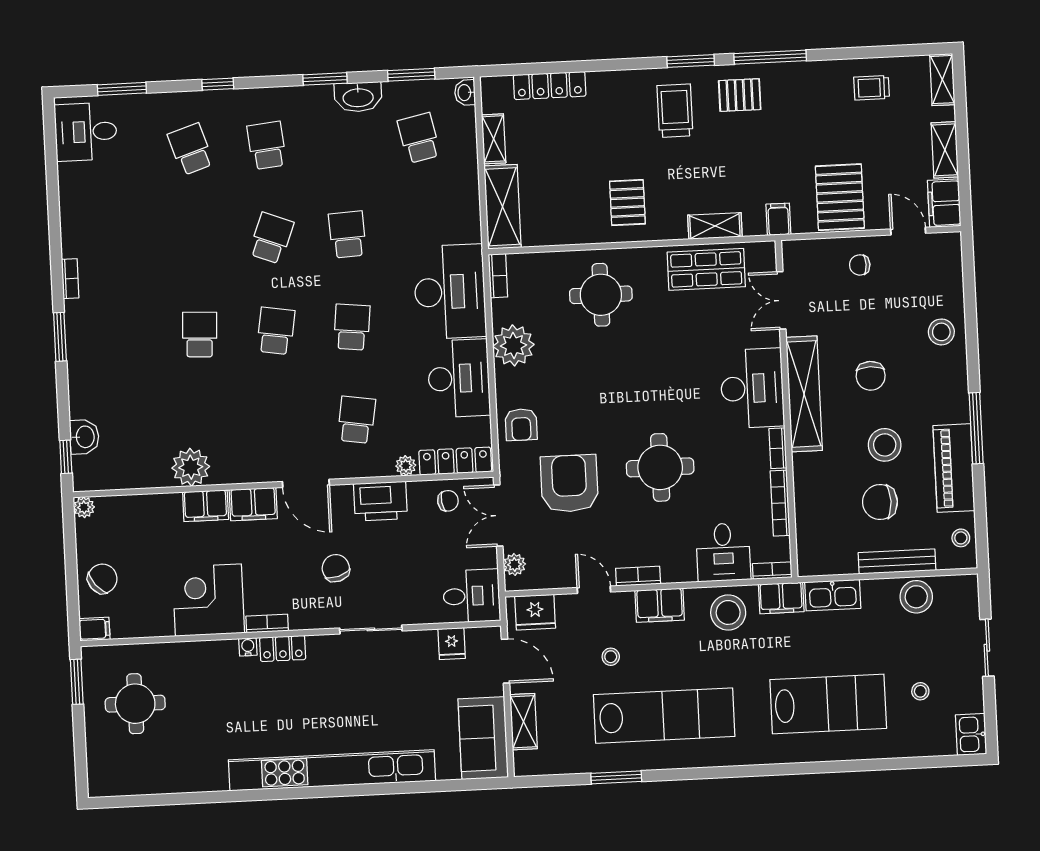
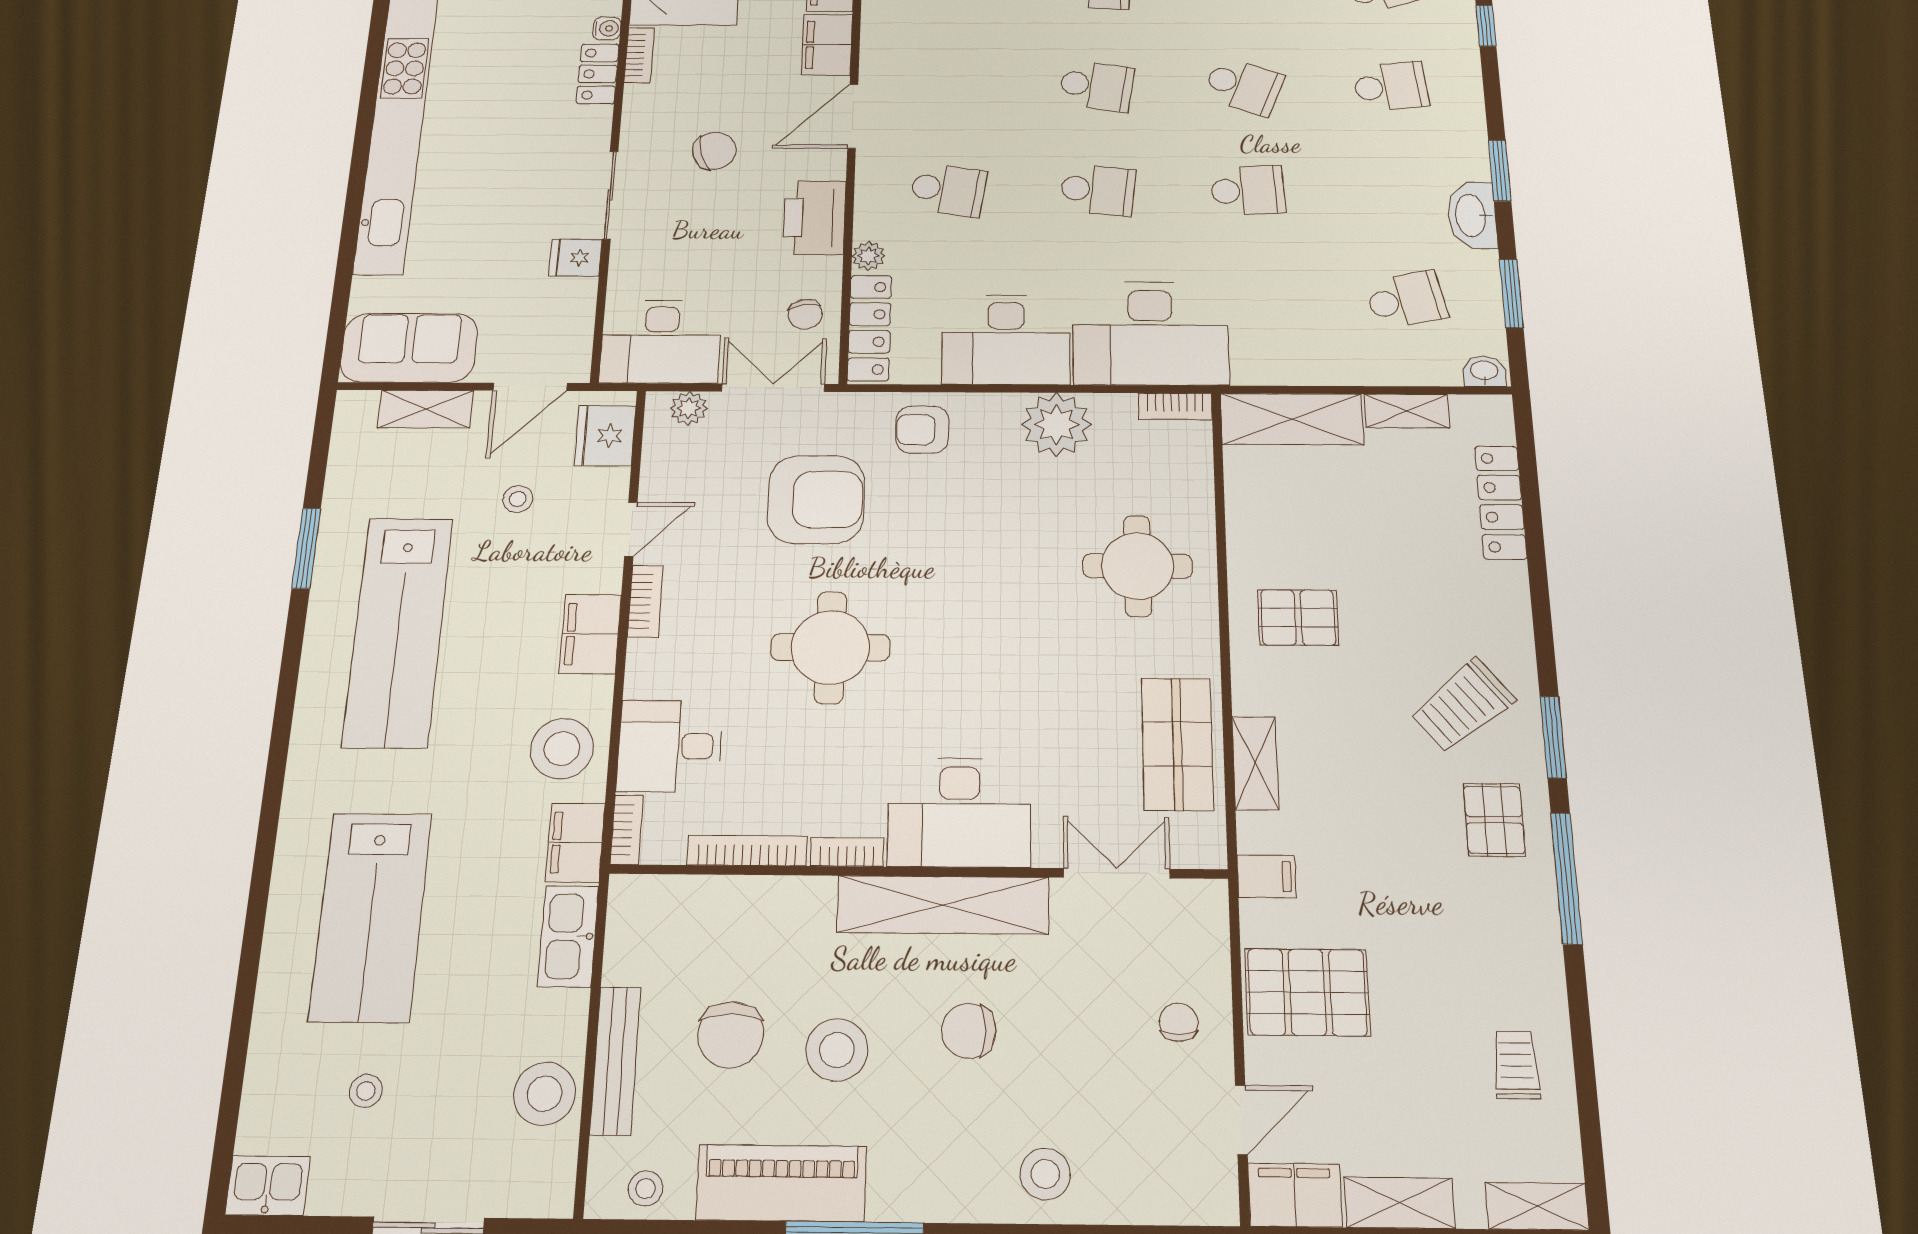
trolley: (675, 111) -> (1463, 706), turned 141
chair: (880, 502) -> (731, 1035), turned 180
desk: (472, 596) -> (661, 342), width x1.37
fridge: (452, 644) -> (576, 258), moved
stool: (611, 657) -> (518, 499), moved

